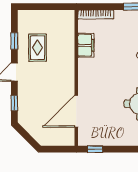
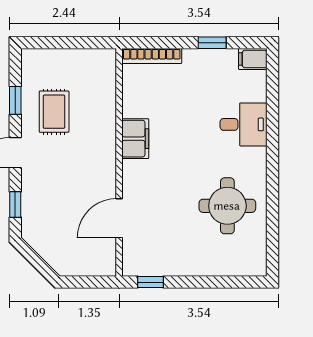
filing cabinet: (86, 45) -> (135, 139), moved
door: (76, 111) -> (119, 218), width x0.73

